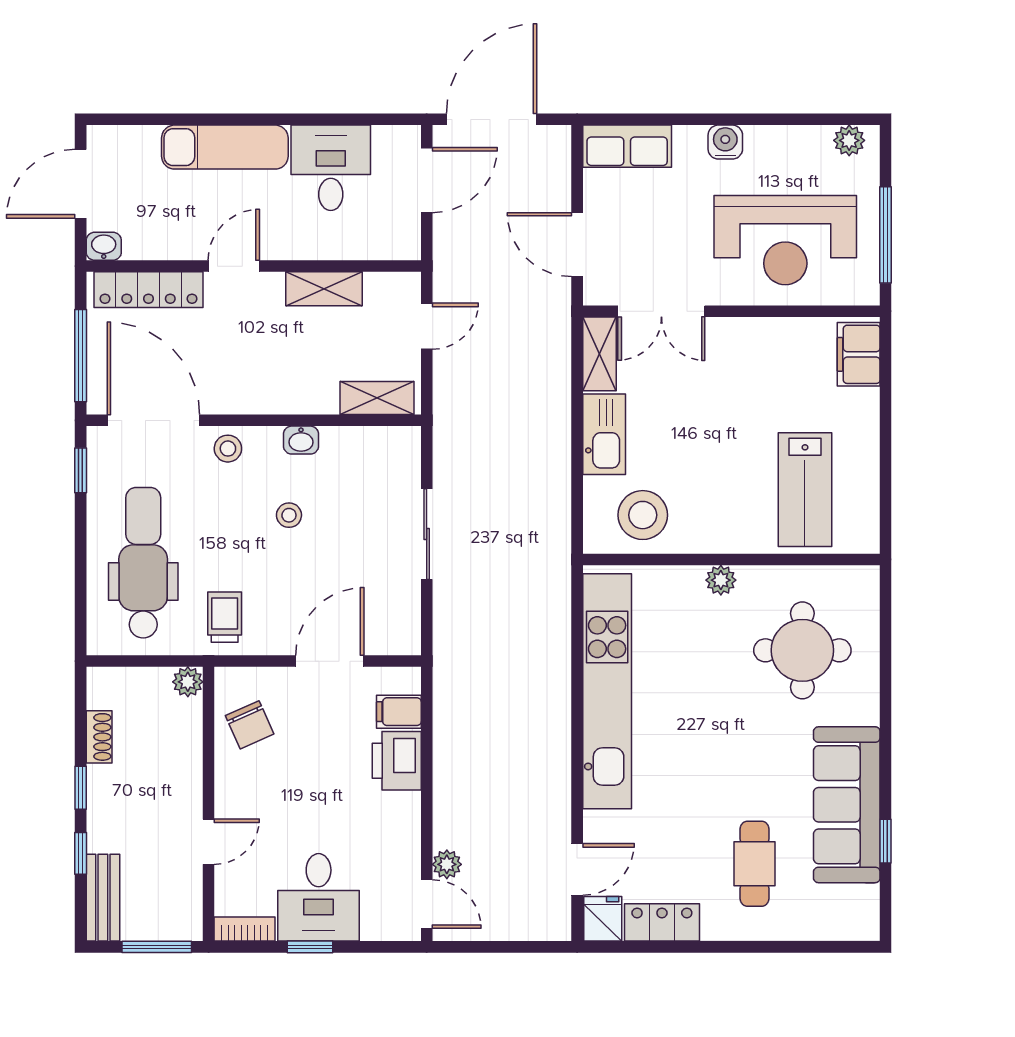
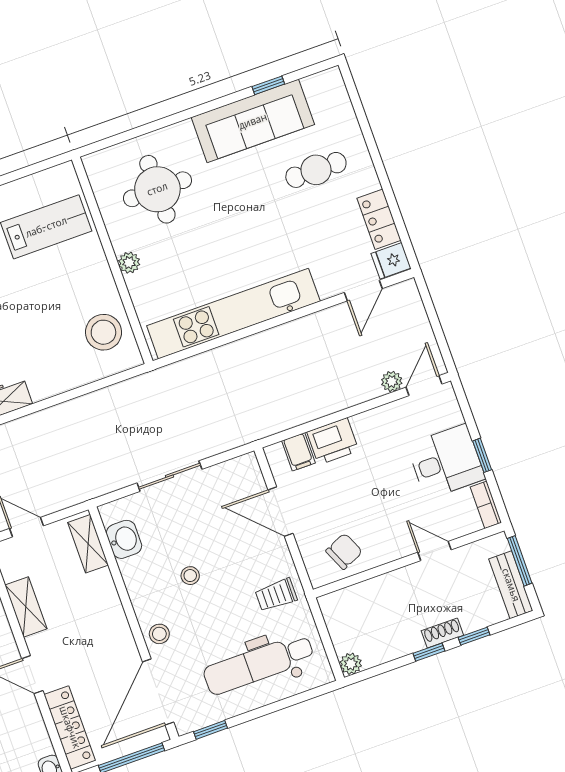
kitchen sink: (604, 434) -> (57, 379), removed
washbasin: (301, 440) -> (124, 539), moved, width x1.38, depth x1.45
plant: (188, 682) -> (351, 664), moved
shoe rack: (99, 737) -> (442, 633), moved
door: (577, 869) -> (363, 291), swing flipped
bench: (103, 898) -> (511, 585), moved, turned 90

